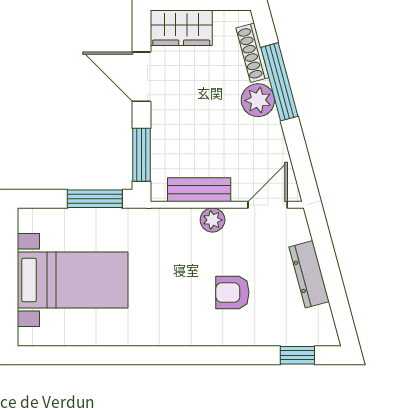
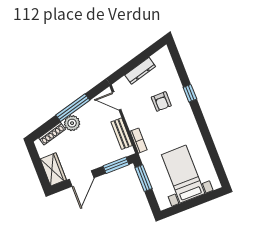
window: (279, 82) -> (73, 108), moved
bookcase: (173, 218) -> (138, 141), added
plant: (213, 220) -> (133, 123), removed
window: (297, 355) -> (190, 93), moved

